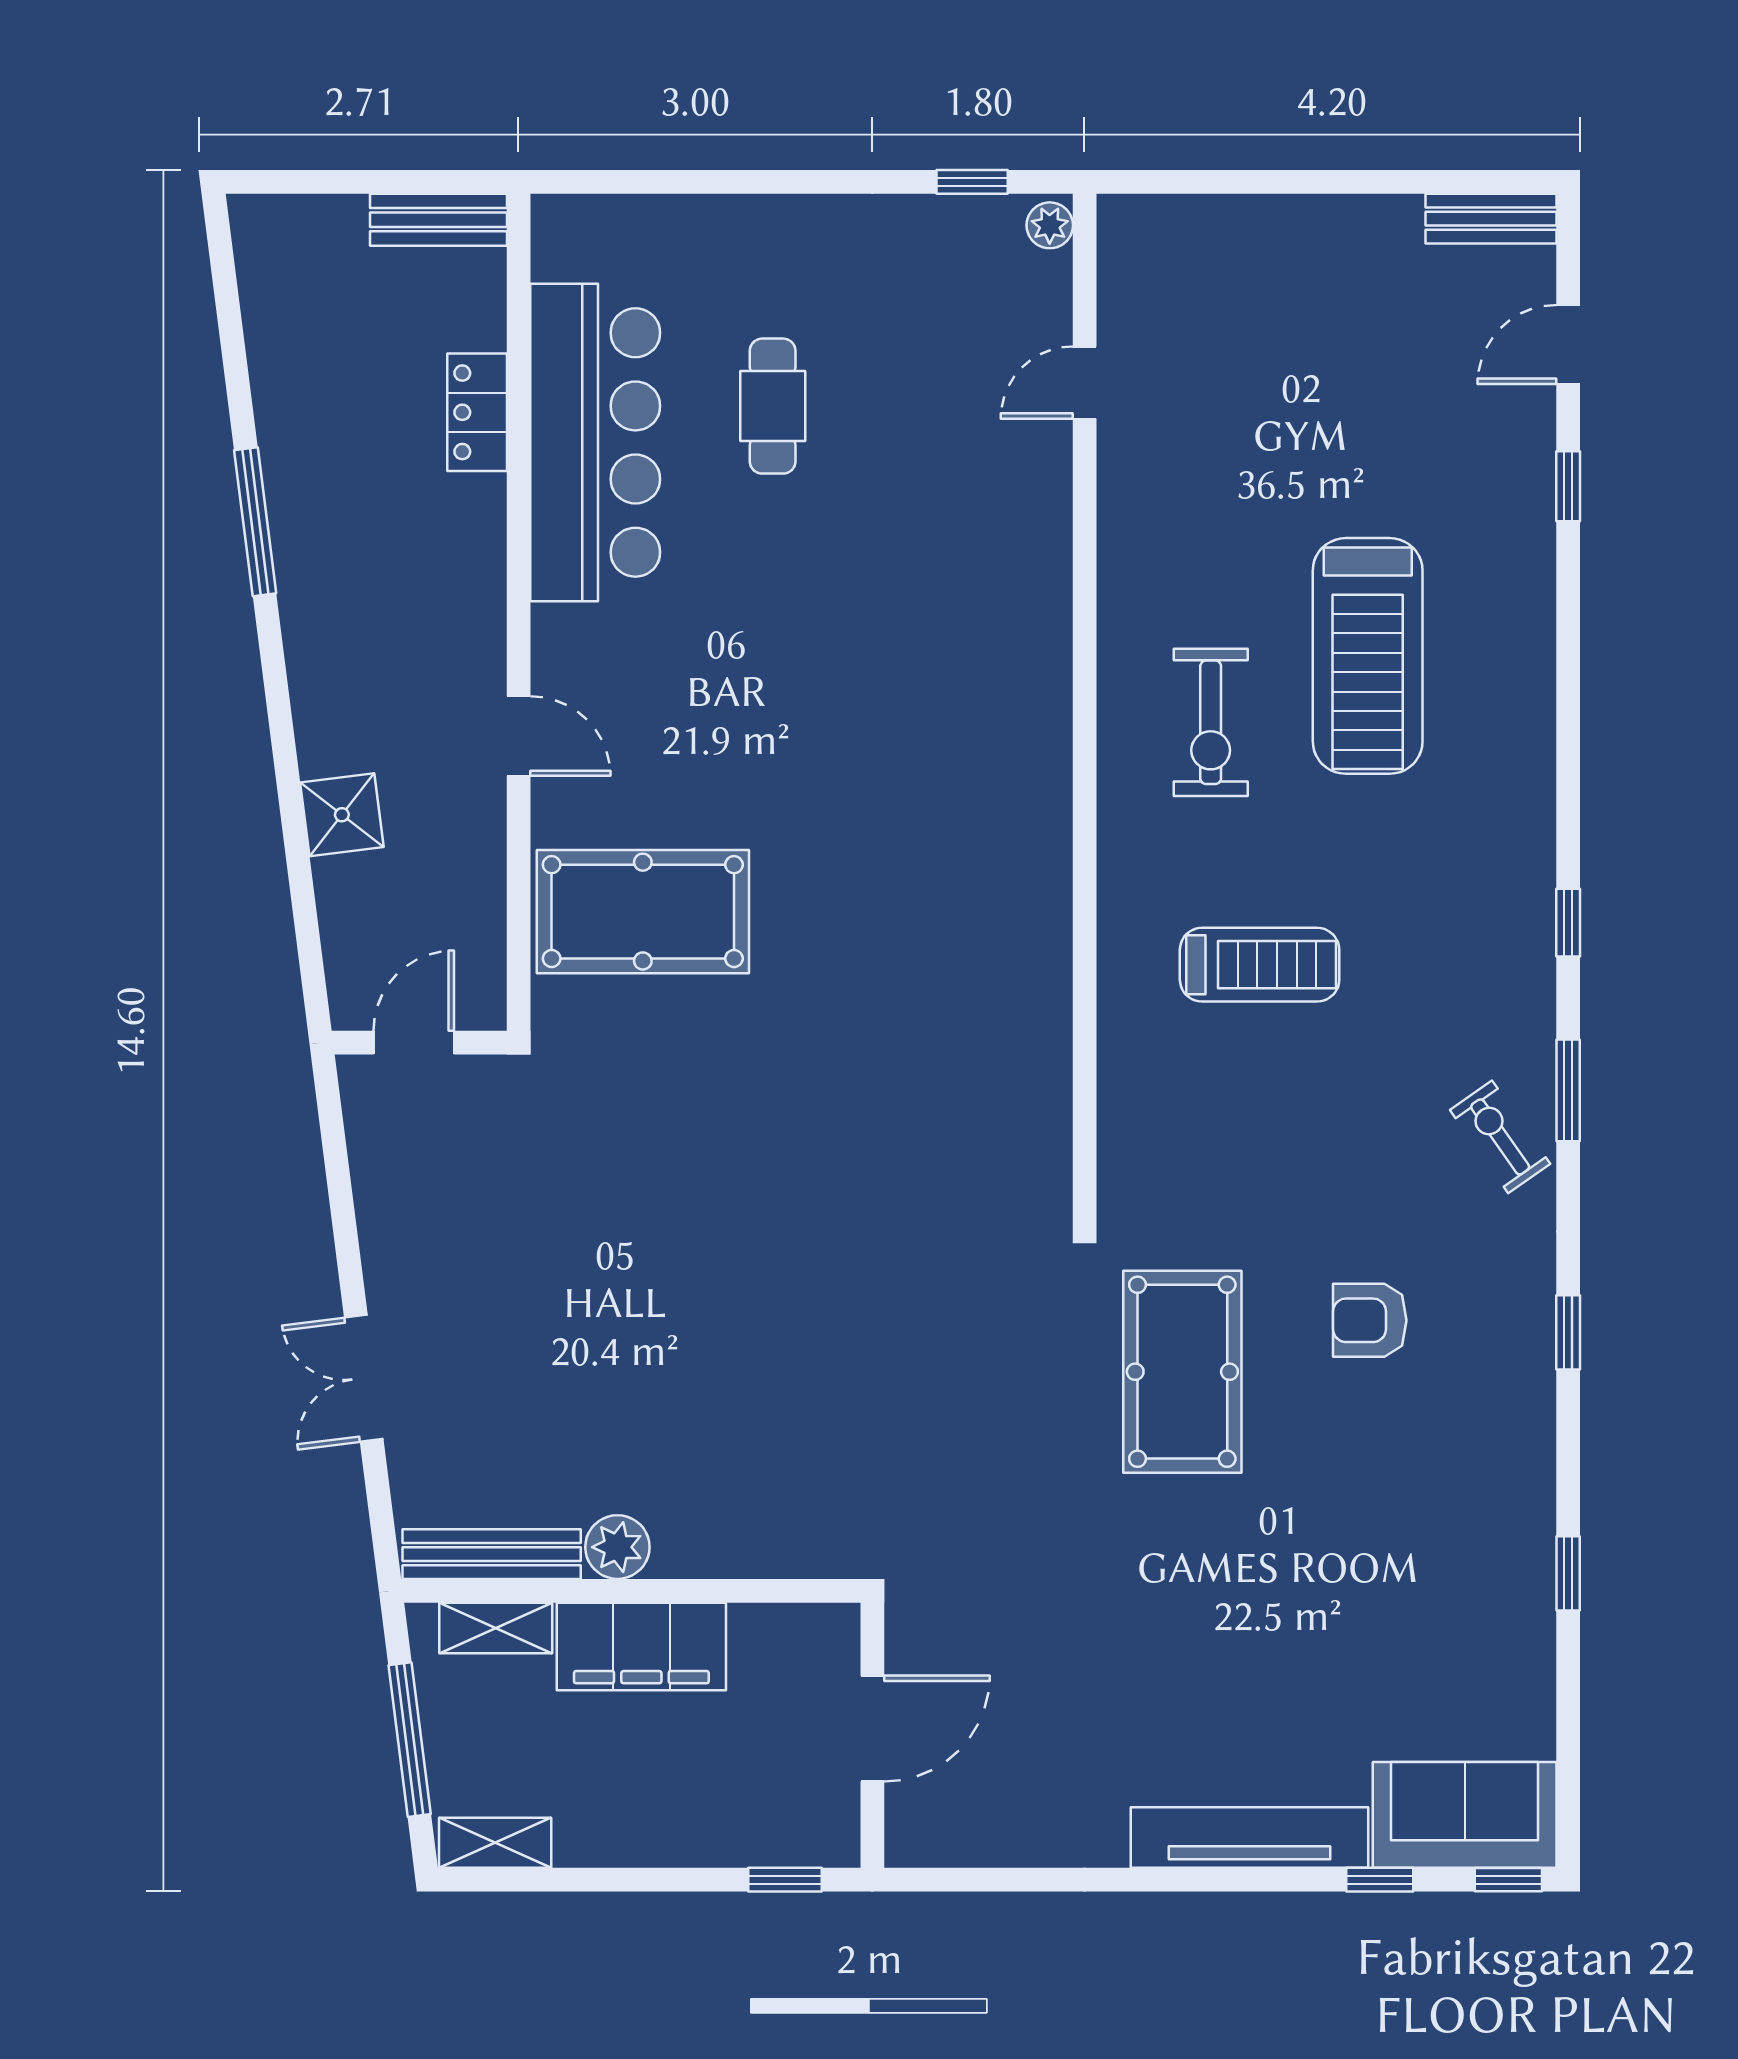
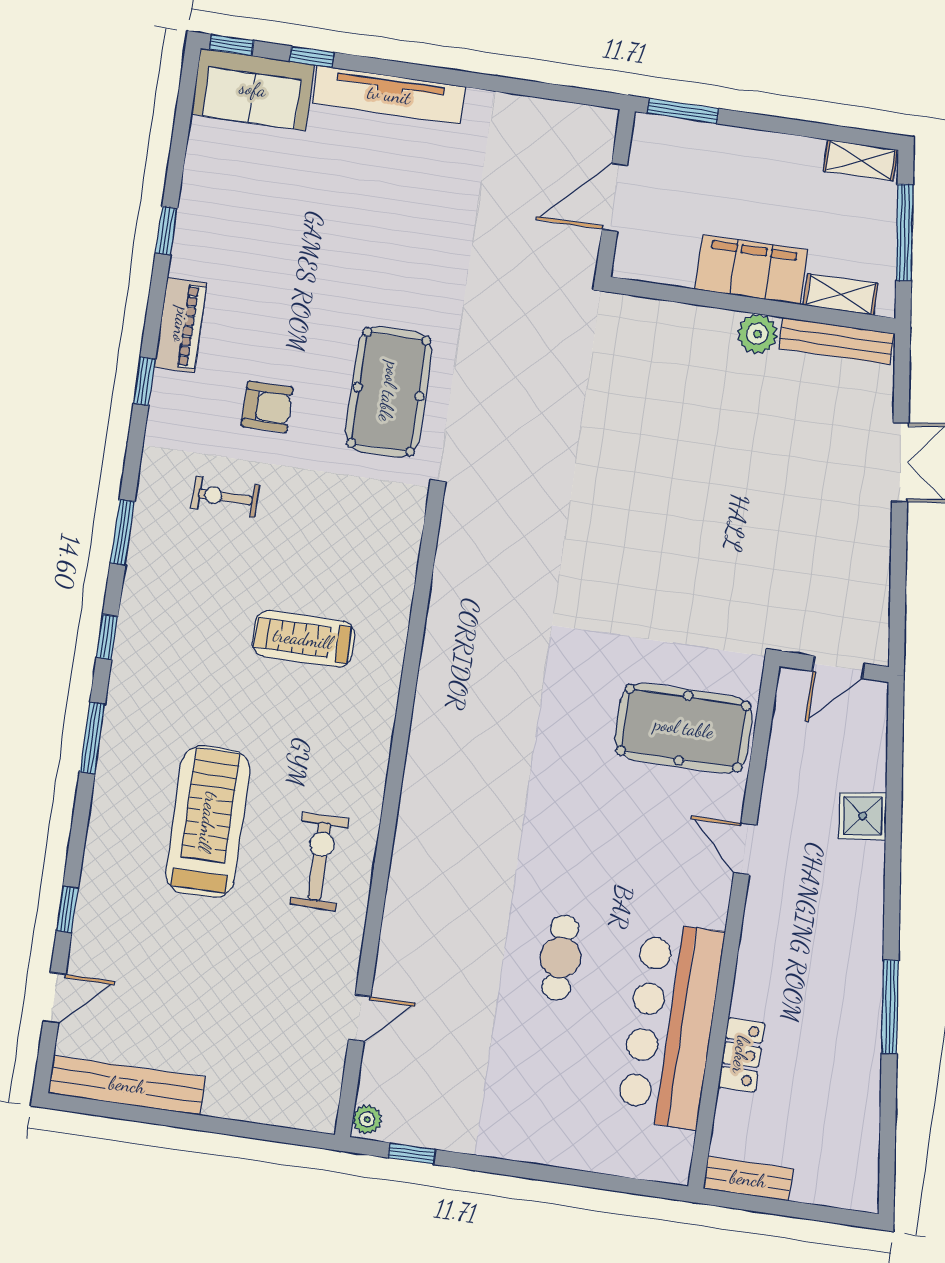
bench: (1491, 219) -> (127, 1085), width x1.86, depth x1.21
cafe table: (773, 406) -> (560, 958), moved
exercise bike: (1211, 722) -> (319, 862), moved
window: (1568, 761) -> (92, 738), added
exercise bike: (1500, 1137) -> (225, 497), moved, turned 125
piano: (1524, 1429) -> (181, 325), added
window: (785, 1880) -> (683, 111), width x1.50

